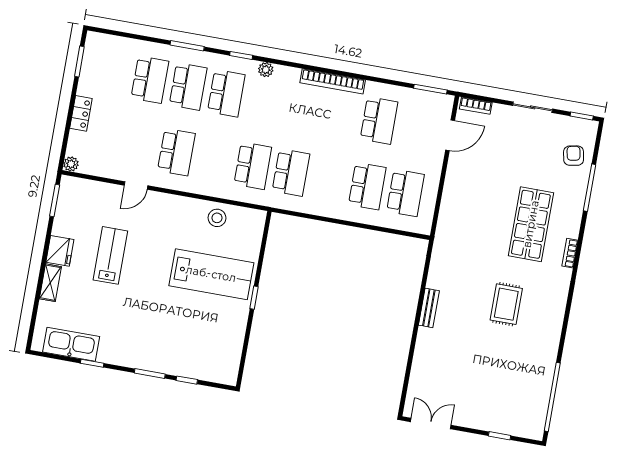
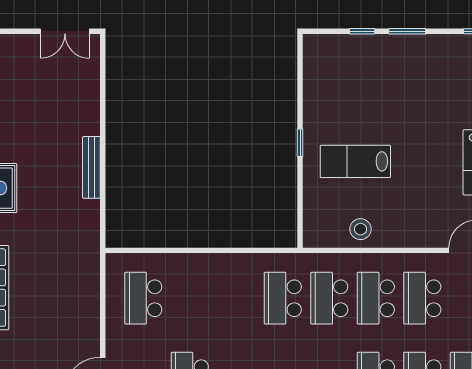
school desk: (367, 186) -> (376, 298), moved
lab bench: (211, 274) -> (355, 161), width x0.73, depth x0.72
bench: (429, 308) -> (91, 167), width x1.36

